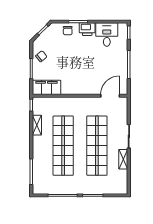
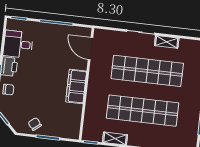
filing cabinet: (46, 87) -> (76, 86), moved

